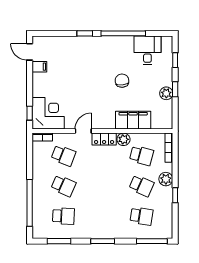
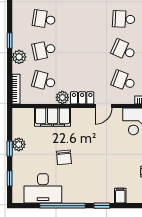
filing cabinet: (67, 43) -> (120, 196), added
desk: (147, 50) -> (43, 188), width x1.37
school desk: (141, 186) -> (44, 50), turned -36

